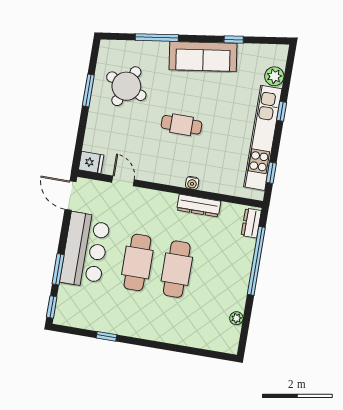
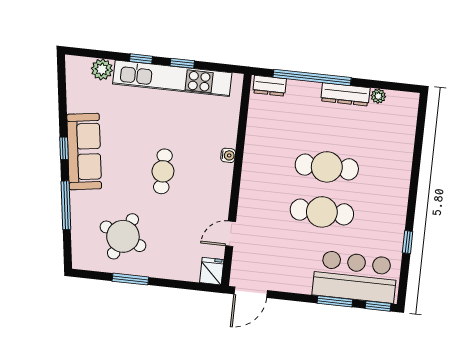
window: (234, 40) -> (64, 148), moved
window: (271, 173) -> (182, 63), moved
dresser: (199, 206) -> (345, 94), moved, turned 90
bar counter: (85, 250) -> (355, 277), moved

